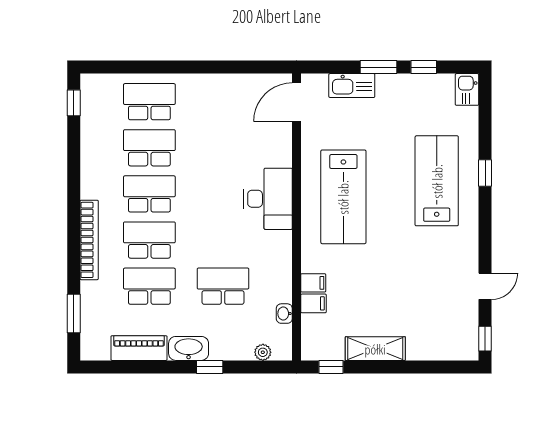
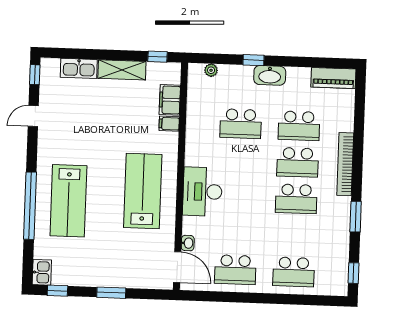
window: (424, 67) -> (57, 291), moved
kitchen sink: (352, 86) -> (79, 68), moved, turned 180
door: (297, 102) -> (177, 267), hinge flipped
school desk: (149, 148) -> (235, 270), moved
window: (485, 173) -> (30, 206), width x3.17
filing cabinet: (313, 303) -> (170, 100), width x2.00
window: (74, 313) -> (356, 217), moved
washbasin: (284, 314) -> (188, 243), moved
piano: (139, 348) -> (333, 78), moved

